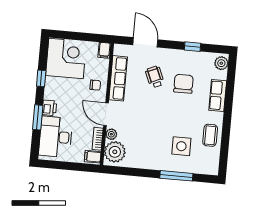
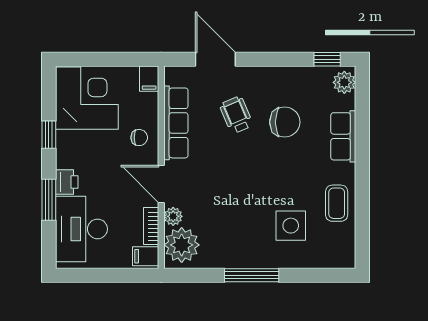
window: (192, 47) -> (327, 59), moved
chair: (183, 84) -> (285, 122), turned 90
window: (176, 176) -> (252, 275), moved

